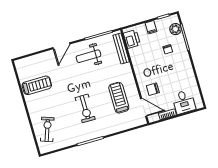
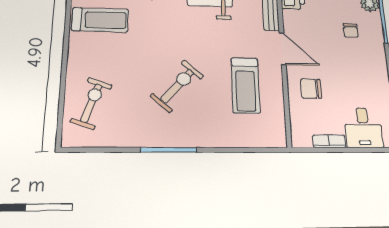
treadmill: (119, 98) -> (245, 85), turned 180
door: (144, 107) -> (283, 49), moved
exercise bike: (85, 108) -> (177, 86), turned -139

